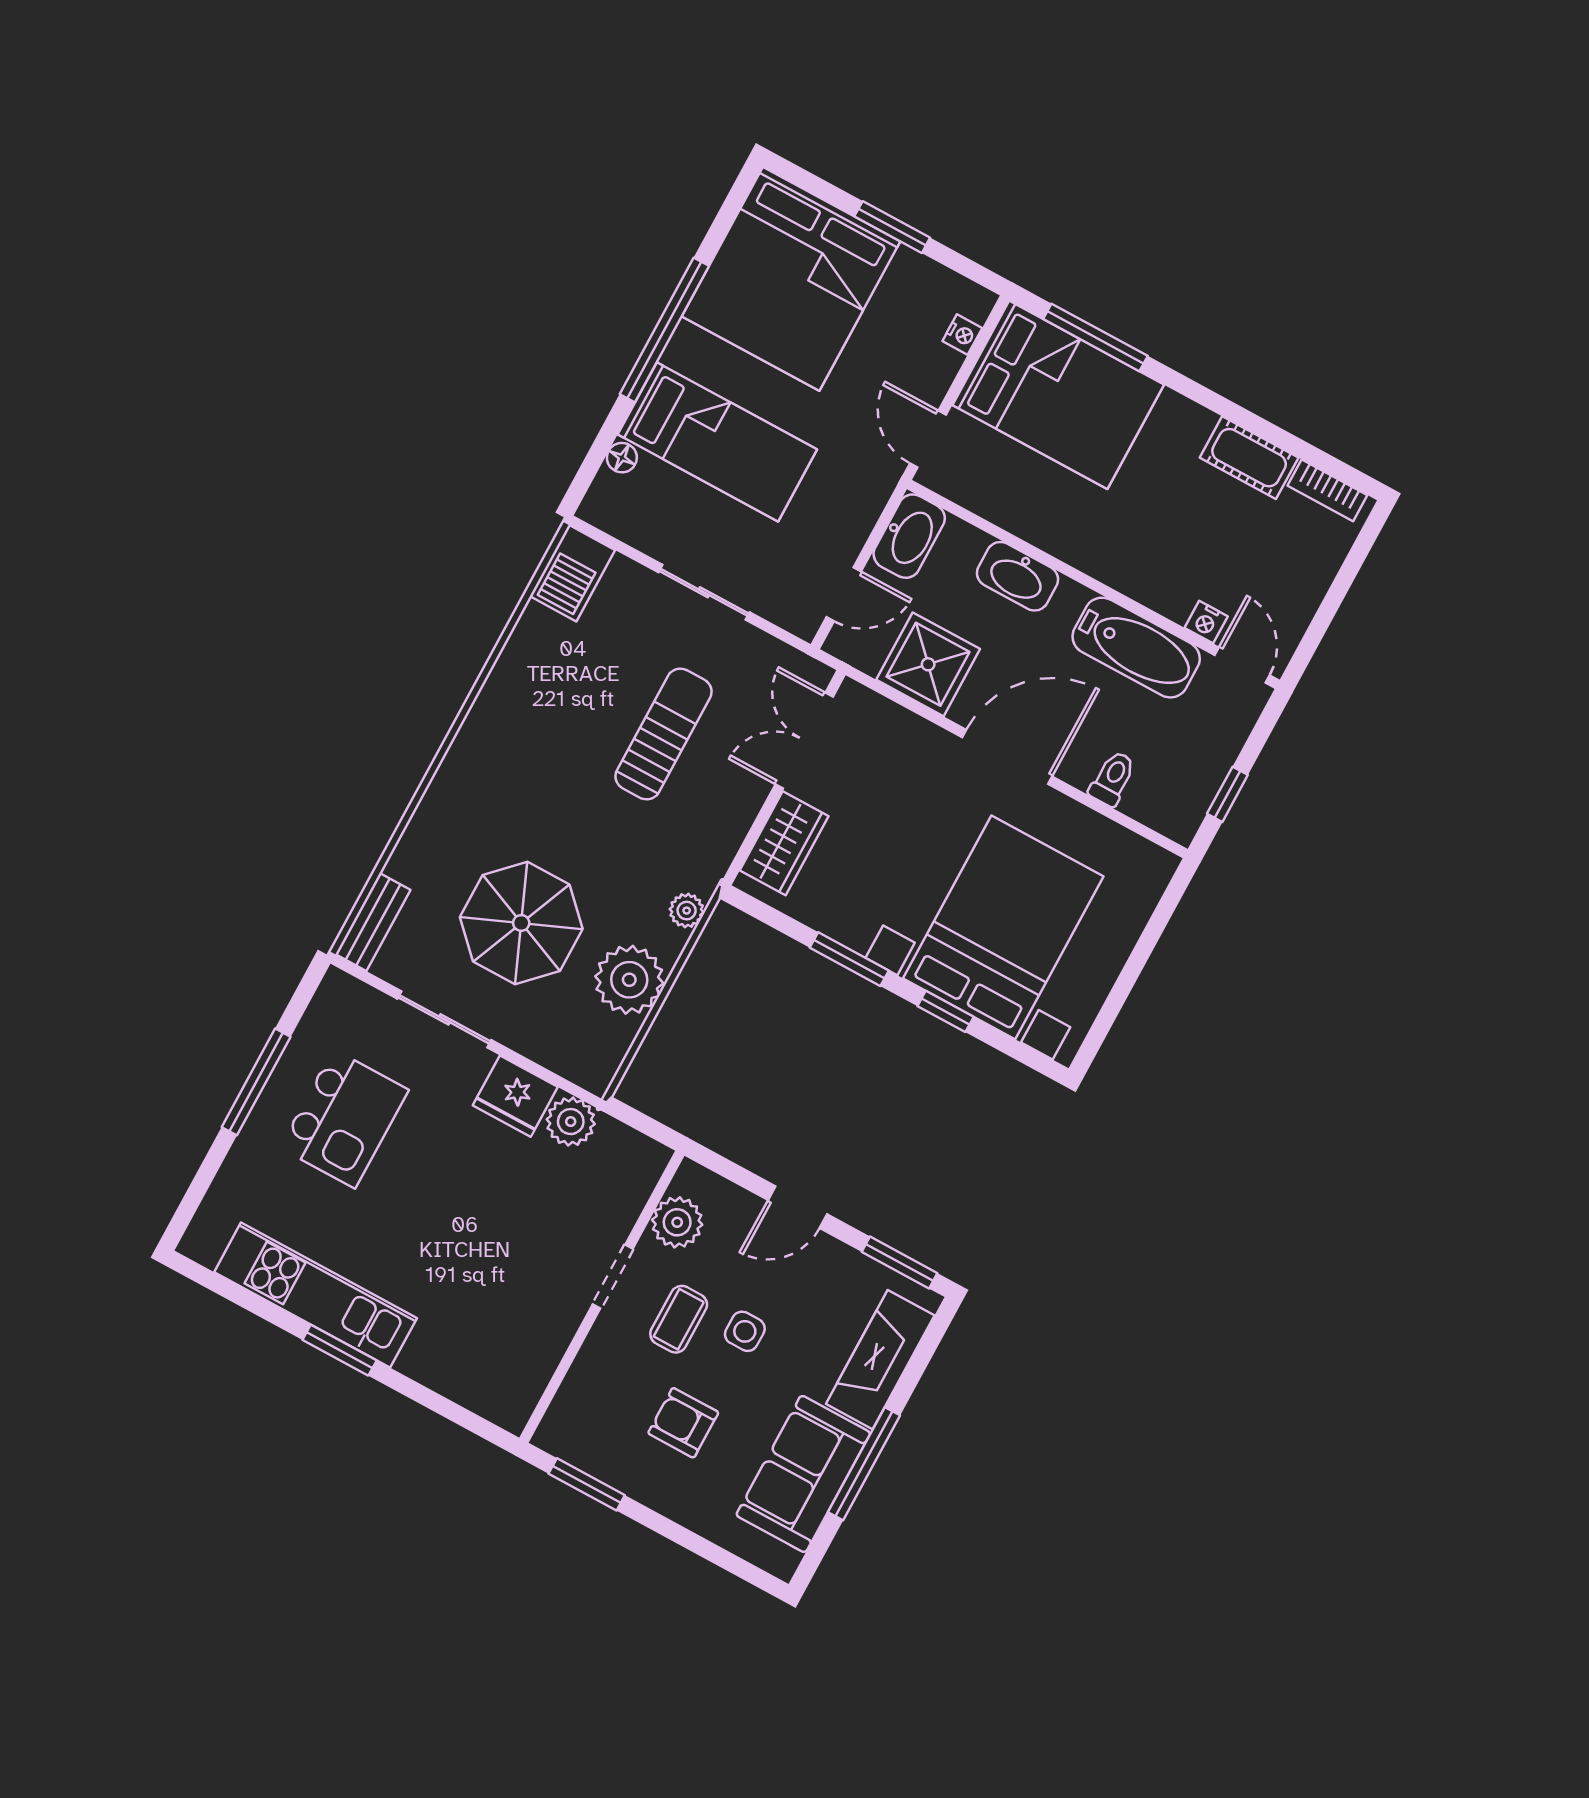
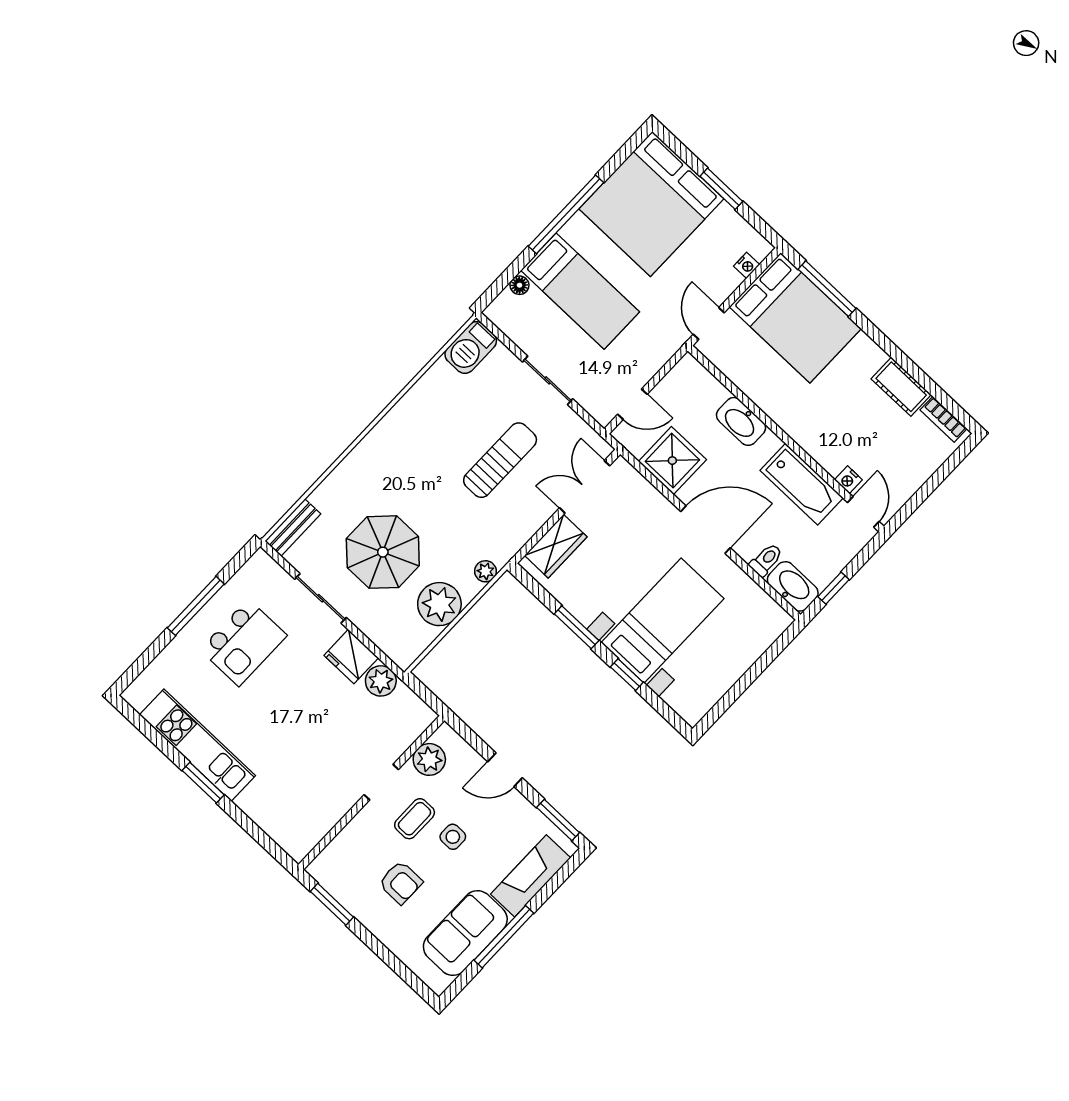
washbasin: (909, 536) -> (793, 586), moved, turned -90
bed with nightstands: (1003, 927) -> (663, 621), width x0.73
armchair: (683, 1423) -> (401, 882), turned 180

